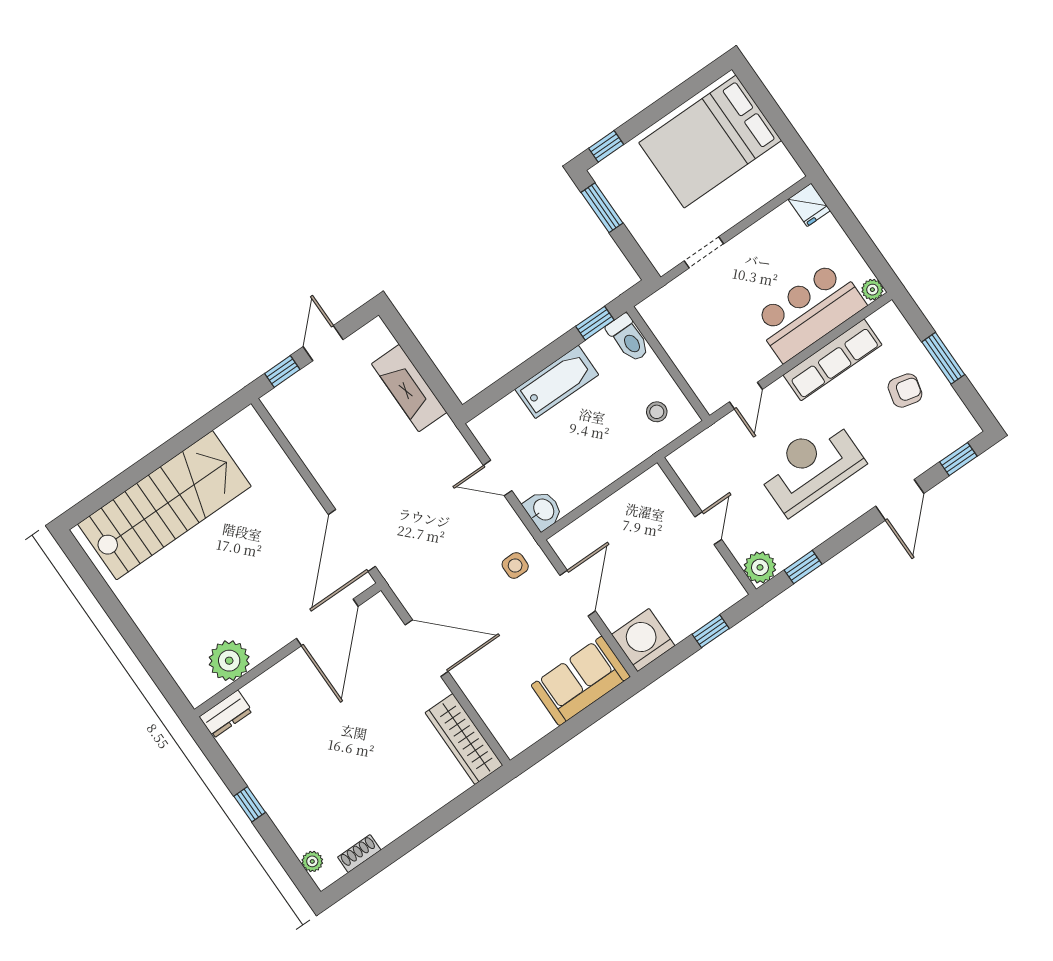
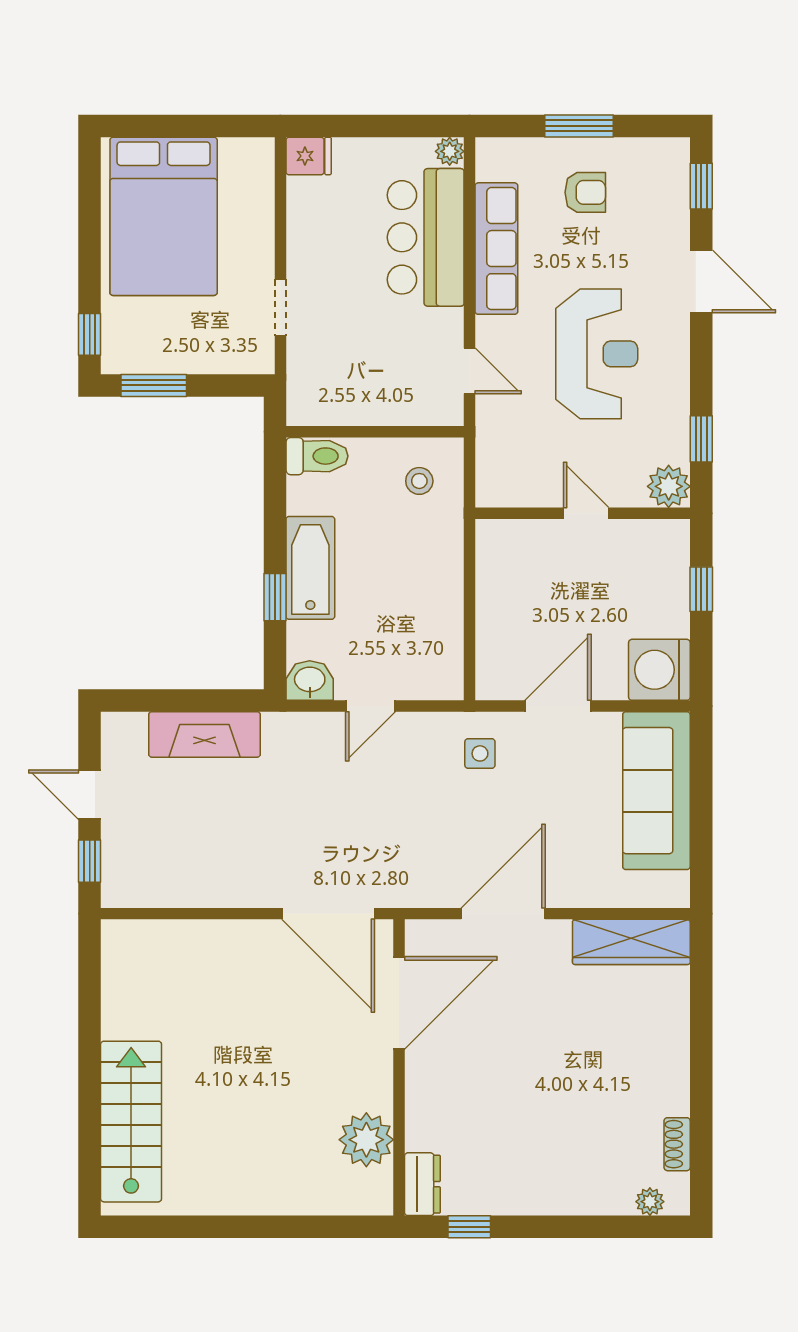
window: (595, 323) -> (275, 597), moved
armchair: (905, 391) -> (585, 192), turned 76
reception desk: (811, 467) -> (597, 354), turned 180
stairs: (164, 505) -> (131, 1122), width x0.73, depth x0.66
washbasin: (543, 510) -> (310, 681), moved
door: (578, 593) -> (558, 706), hinge flipped
door: (327, 622) -> (399, 1003), hinge flipped
sofa: (581, 681) -> (656, 791), width x1.36
window: (250, 804) -> (469, 1227), moved

